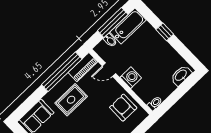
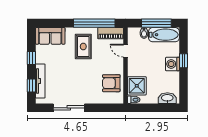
washing machine: (131, 78) -> (173, 64), moved, turned 180
shower: (146, 90) -> (137, 86), added
rug: (71, 100) -> (83, 47), turned 90
armchair: (123, 108) -> (111, 83), turned -90

